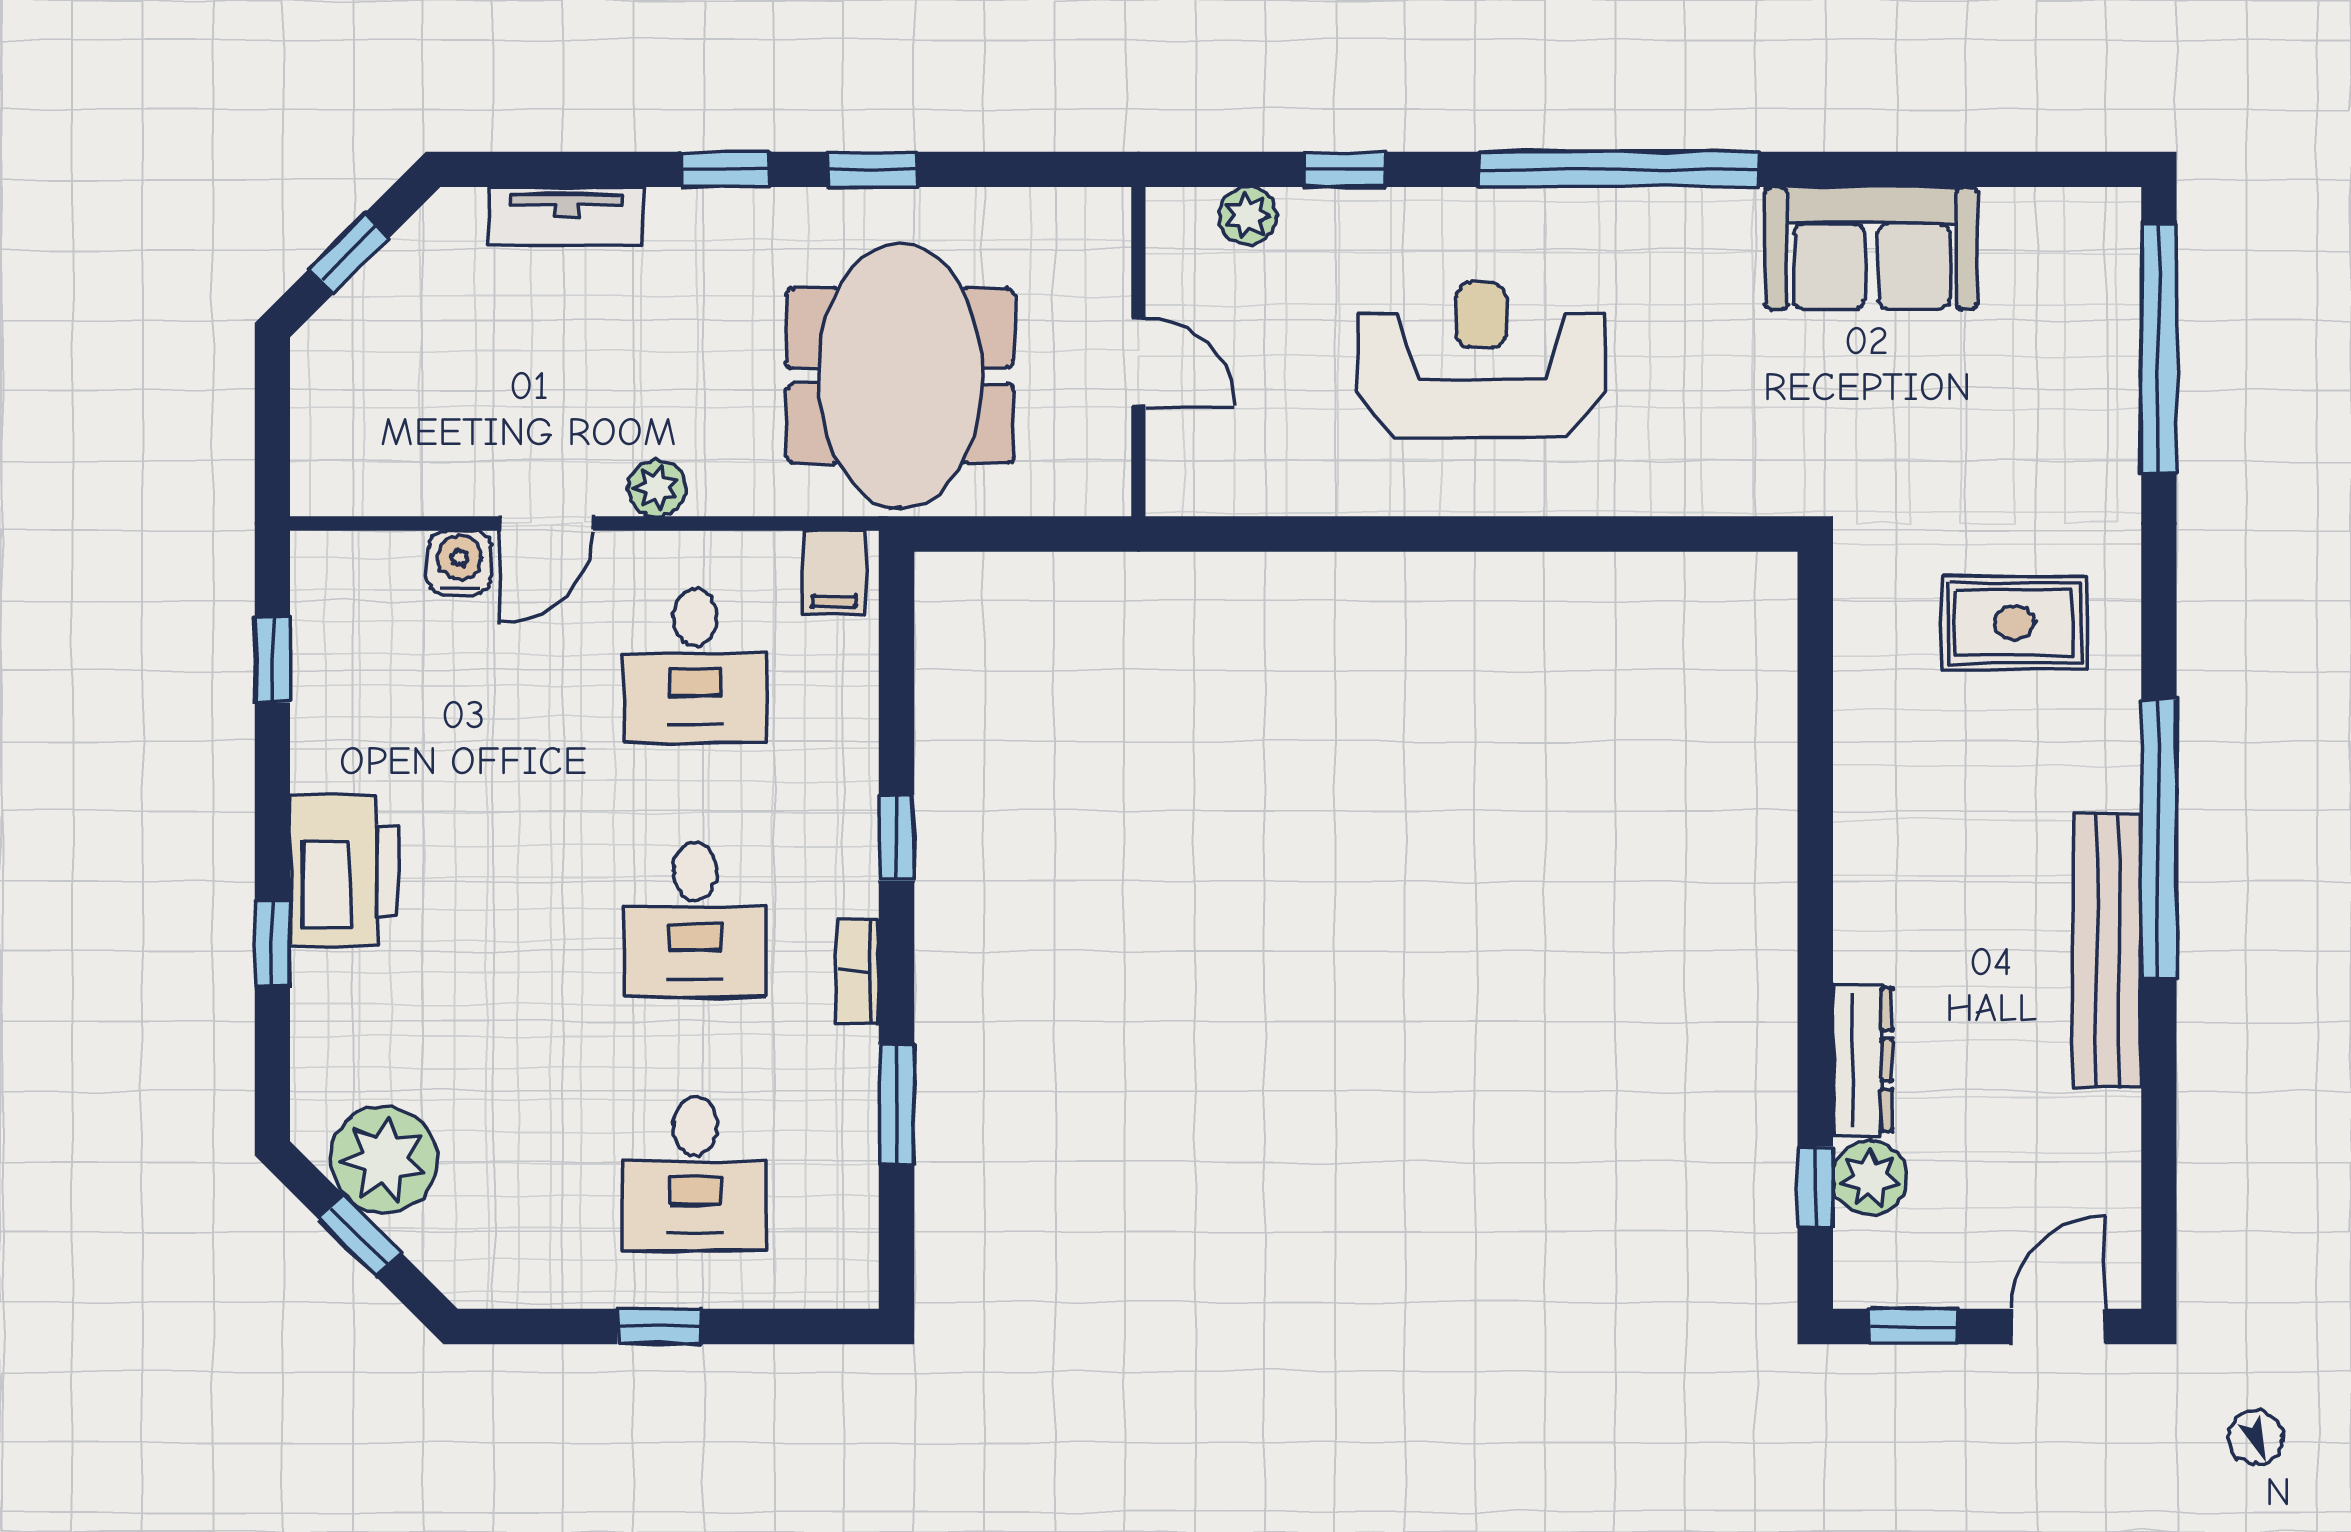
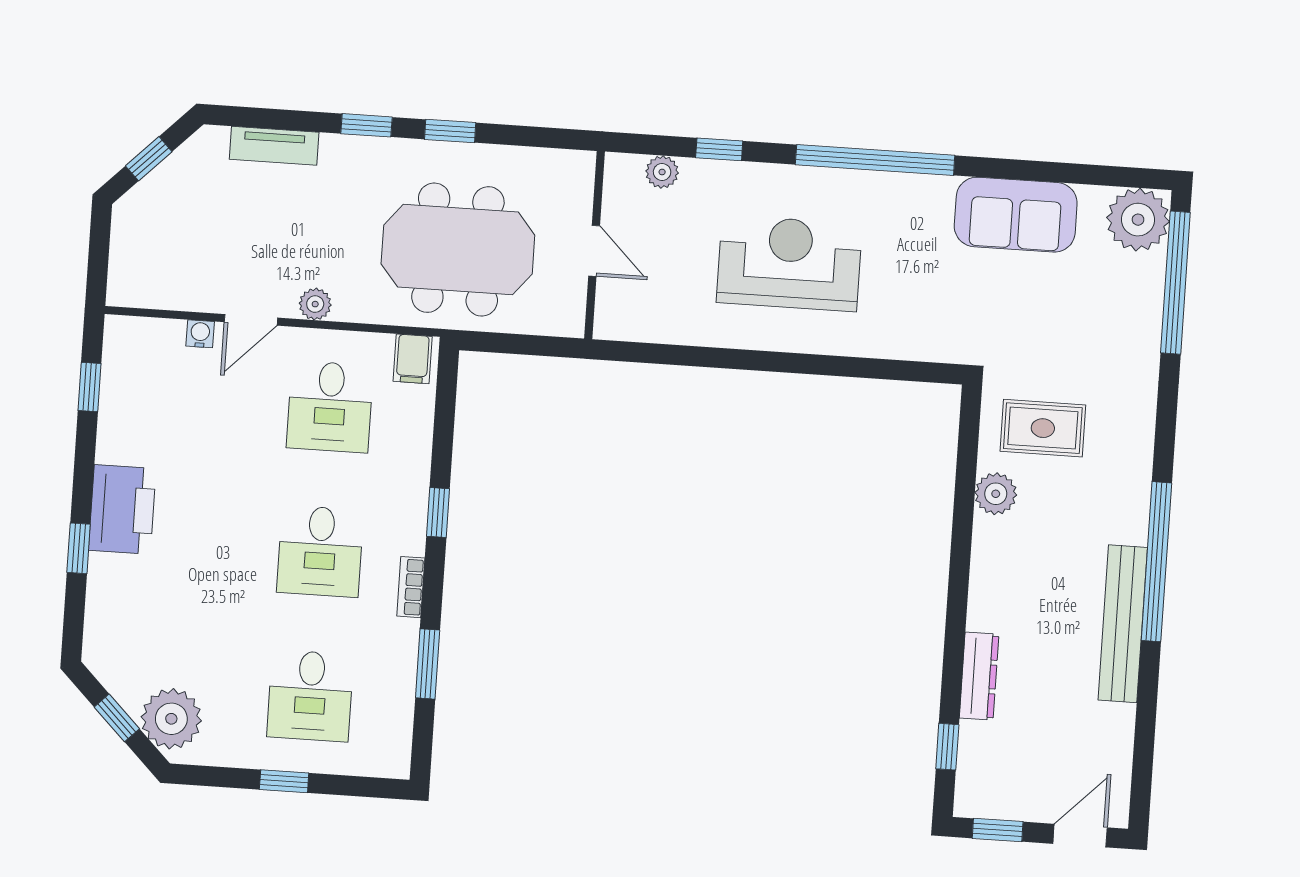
plant: (2086, 242) -> (1138, 220), added
meeting table: (900, 376) -> (458, 250), turned 90
water cooler: (459, 563) -> (200, 334), width x0.72, depth x0.72
rug: (2014, 623) -> (1043, 428), moved
plant: (384, 1159) -> (171, 719), moved
plant: (1870, 1178) -> (996, 494), moved

